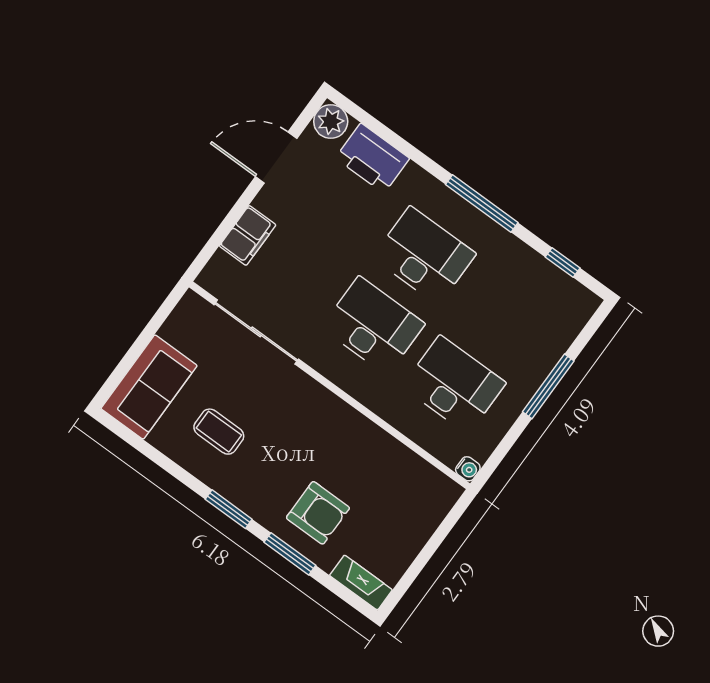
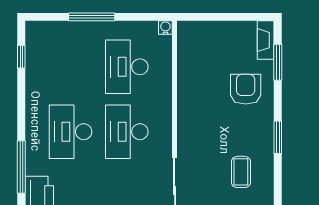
window: (482, 203) -> (21, 167), moved
window: (290, 554) -> (278, 62), moved

